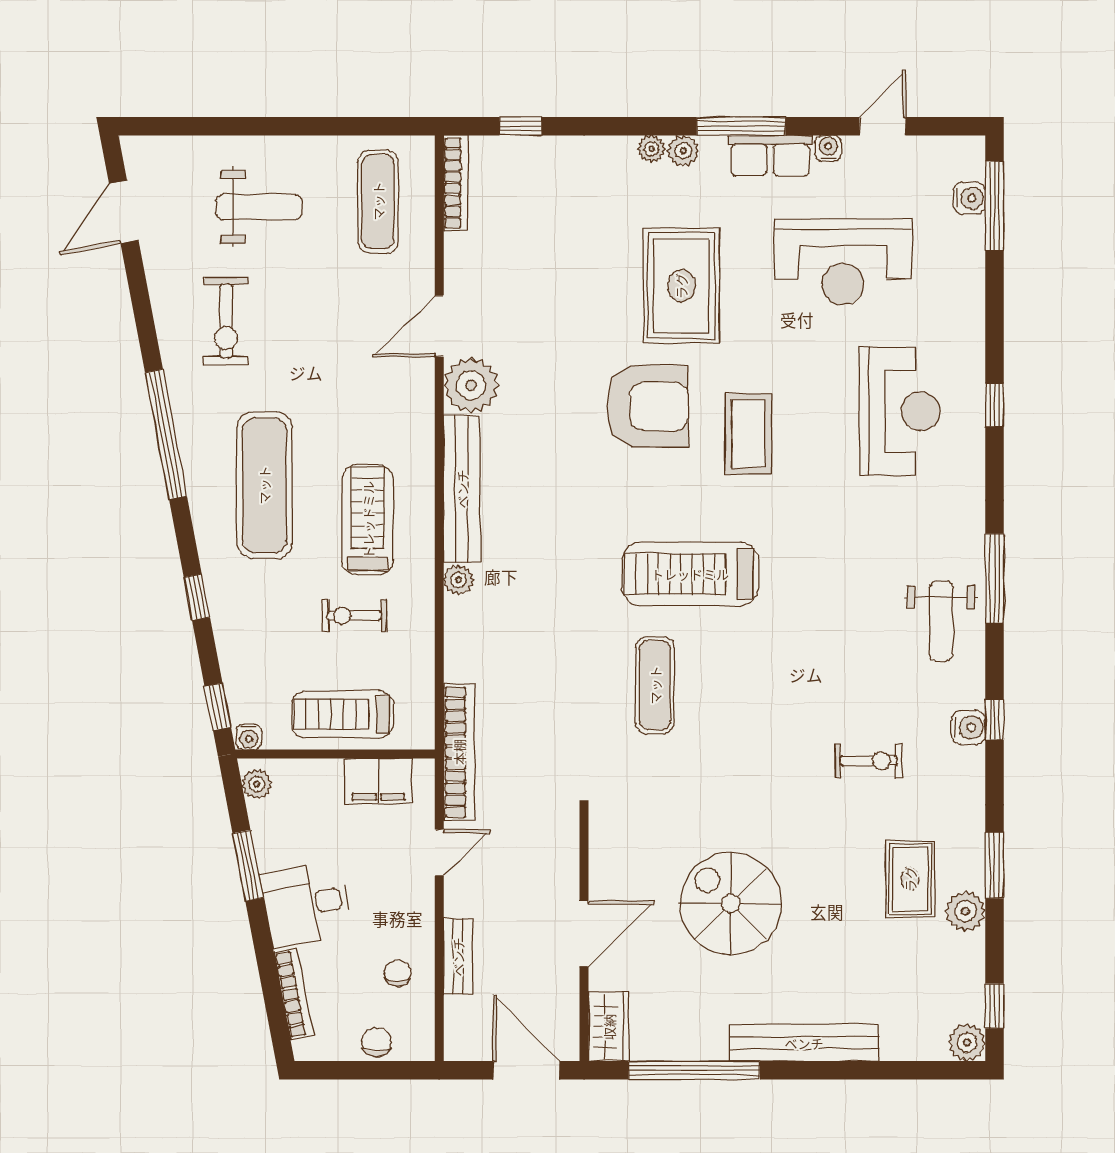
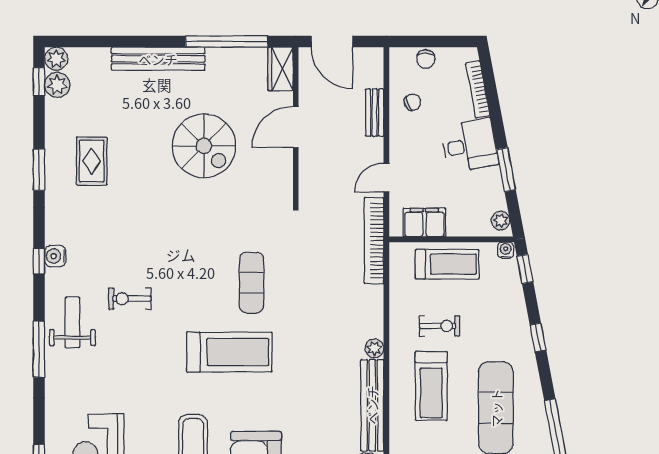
exercise bike: (869, 761) -> (130, 299), moved
plant: (965, 911) -> (57, 85), moved
chair: (398, 973) -> (412, 102), turned -112

